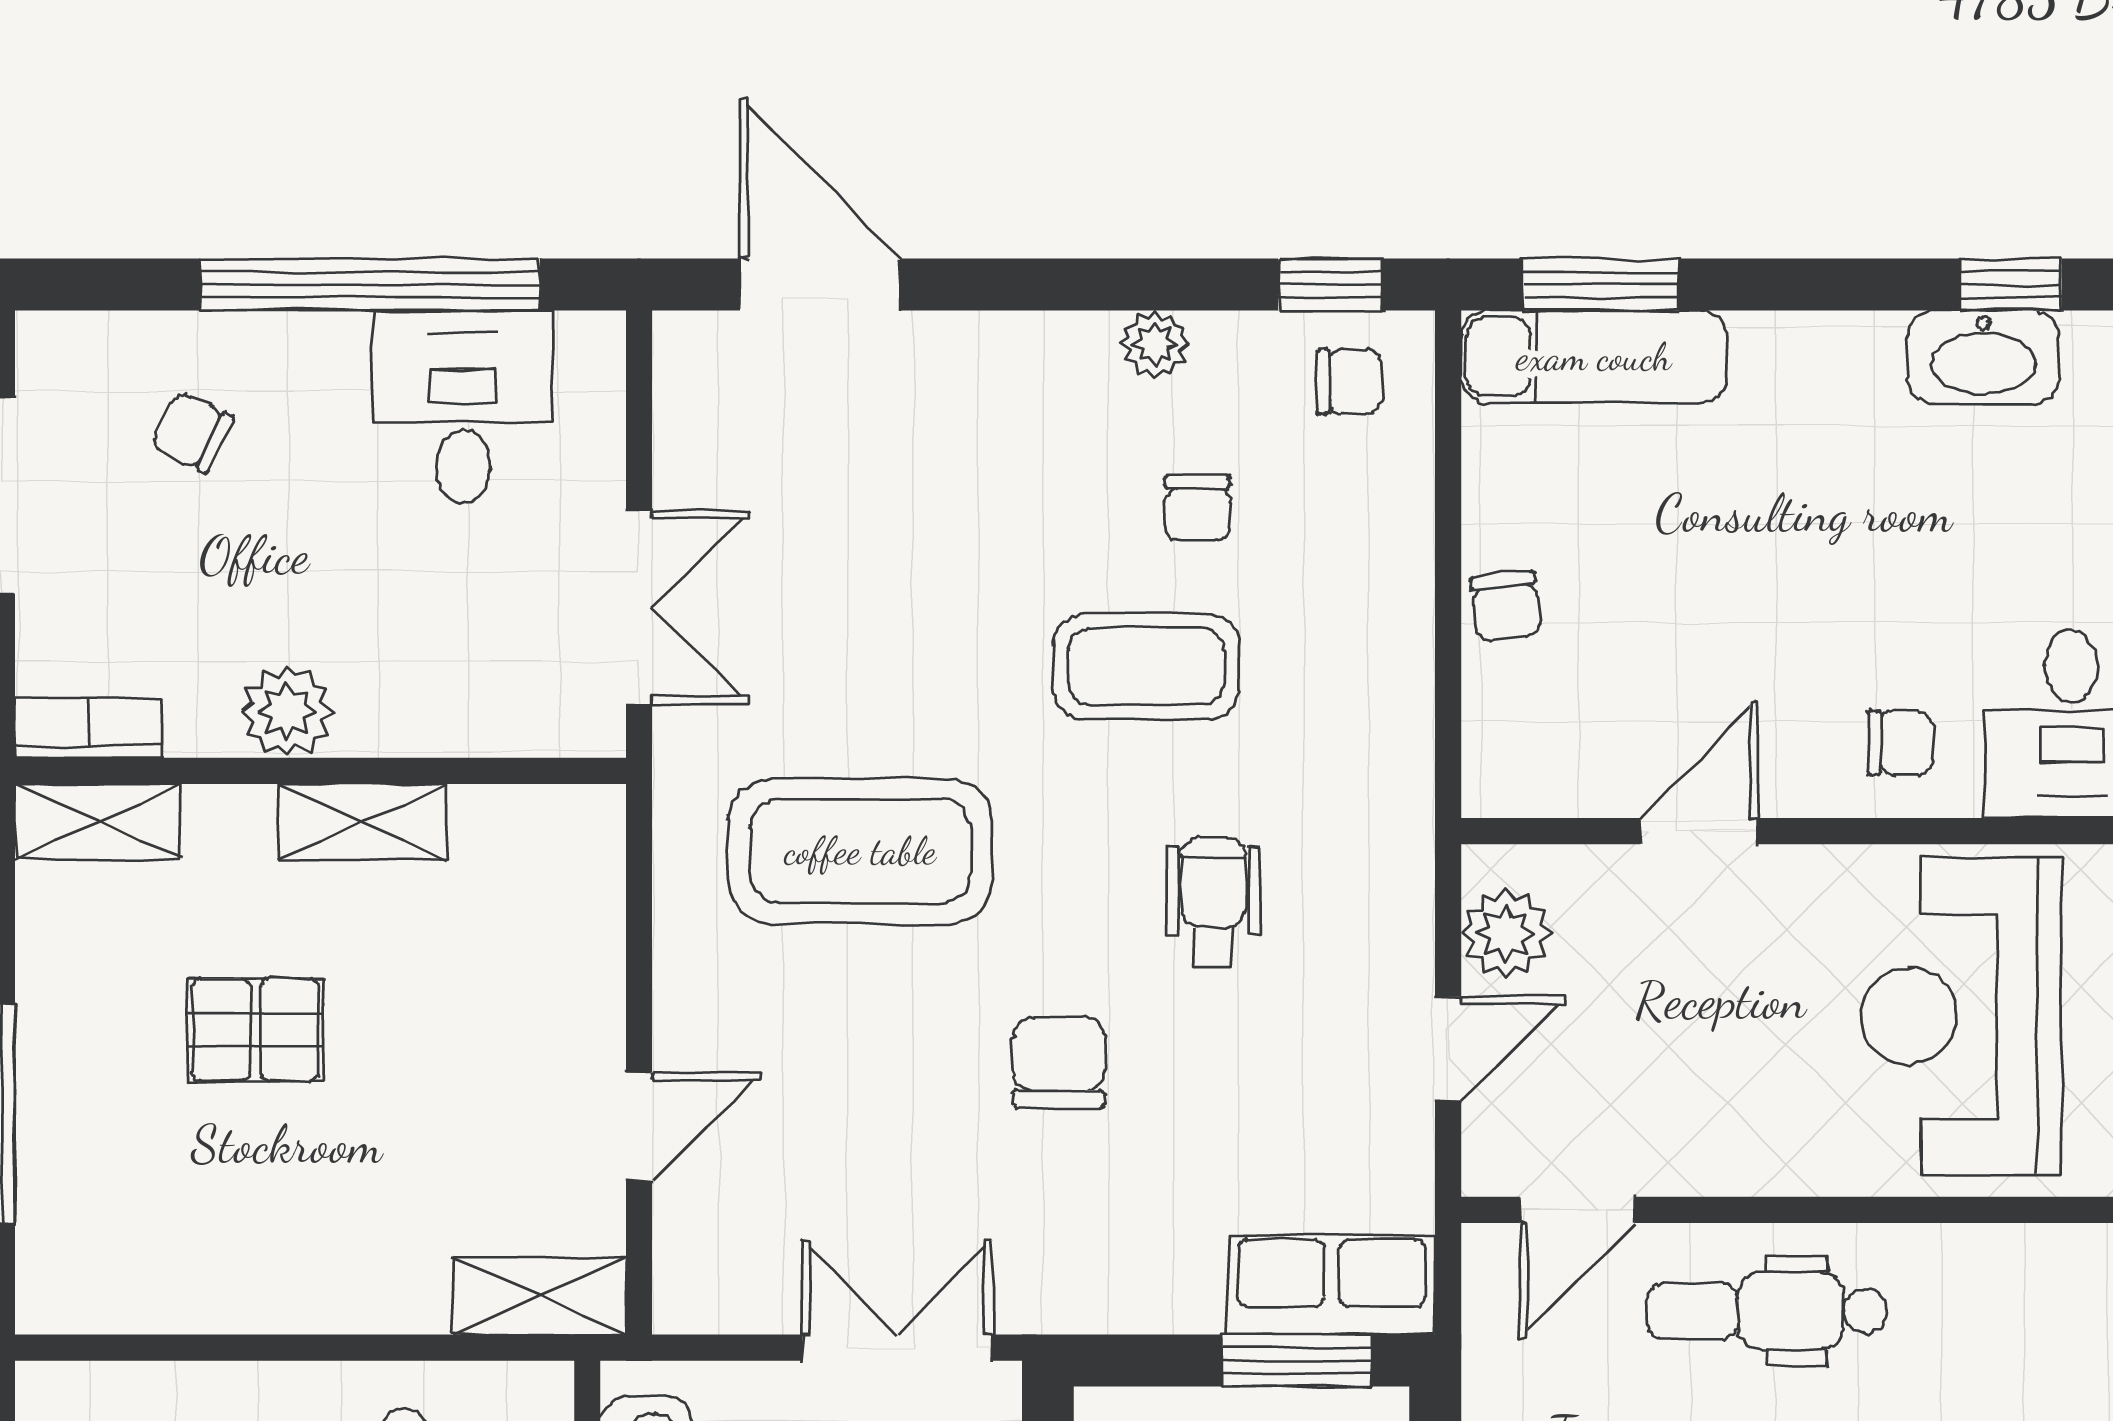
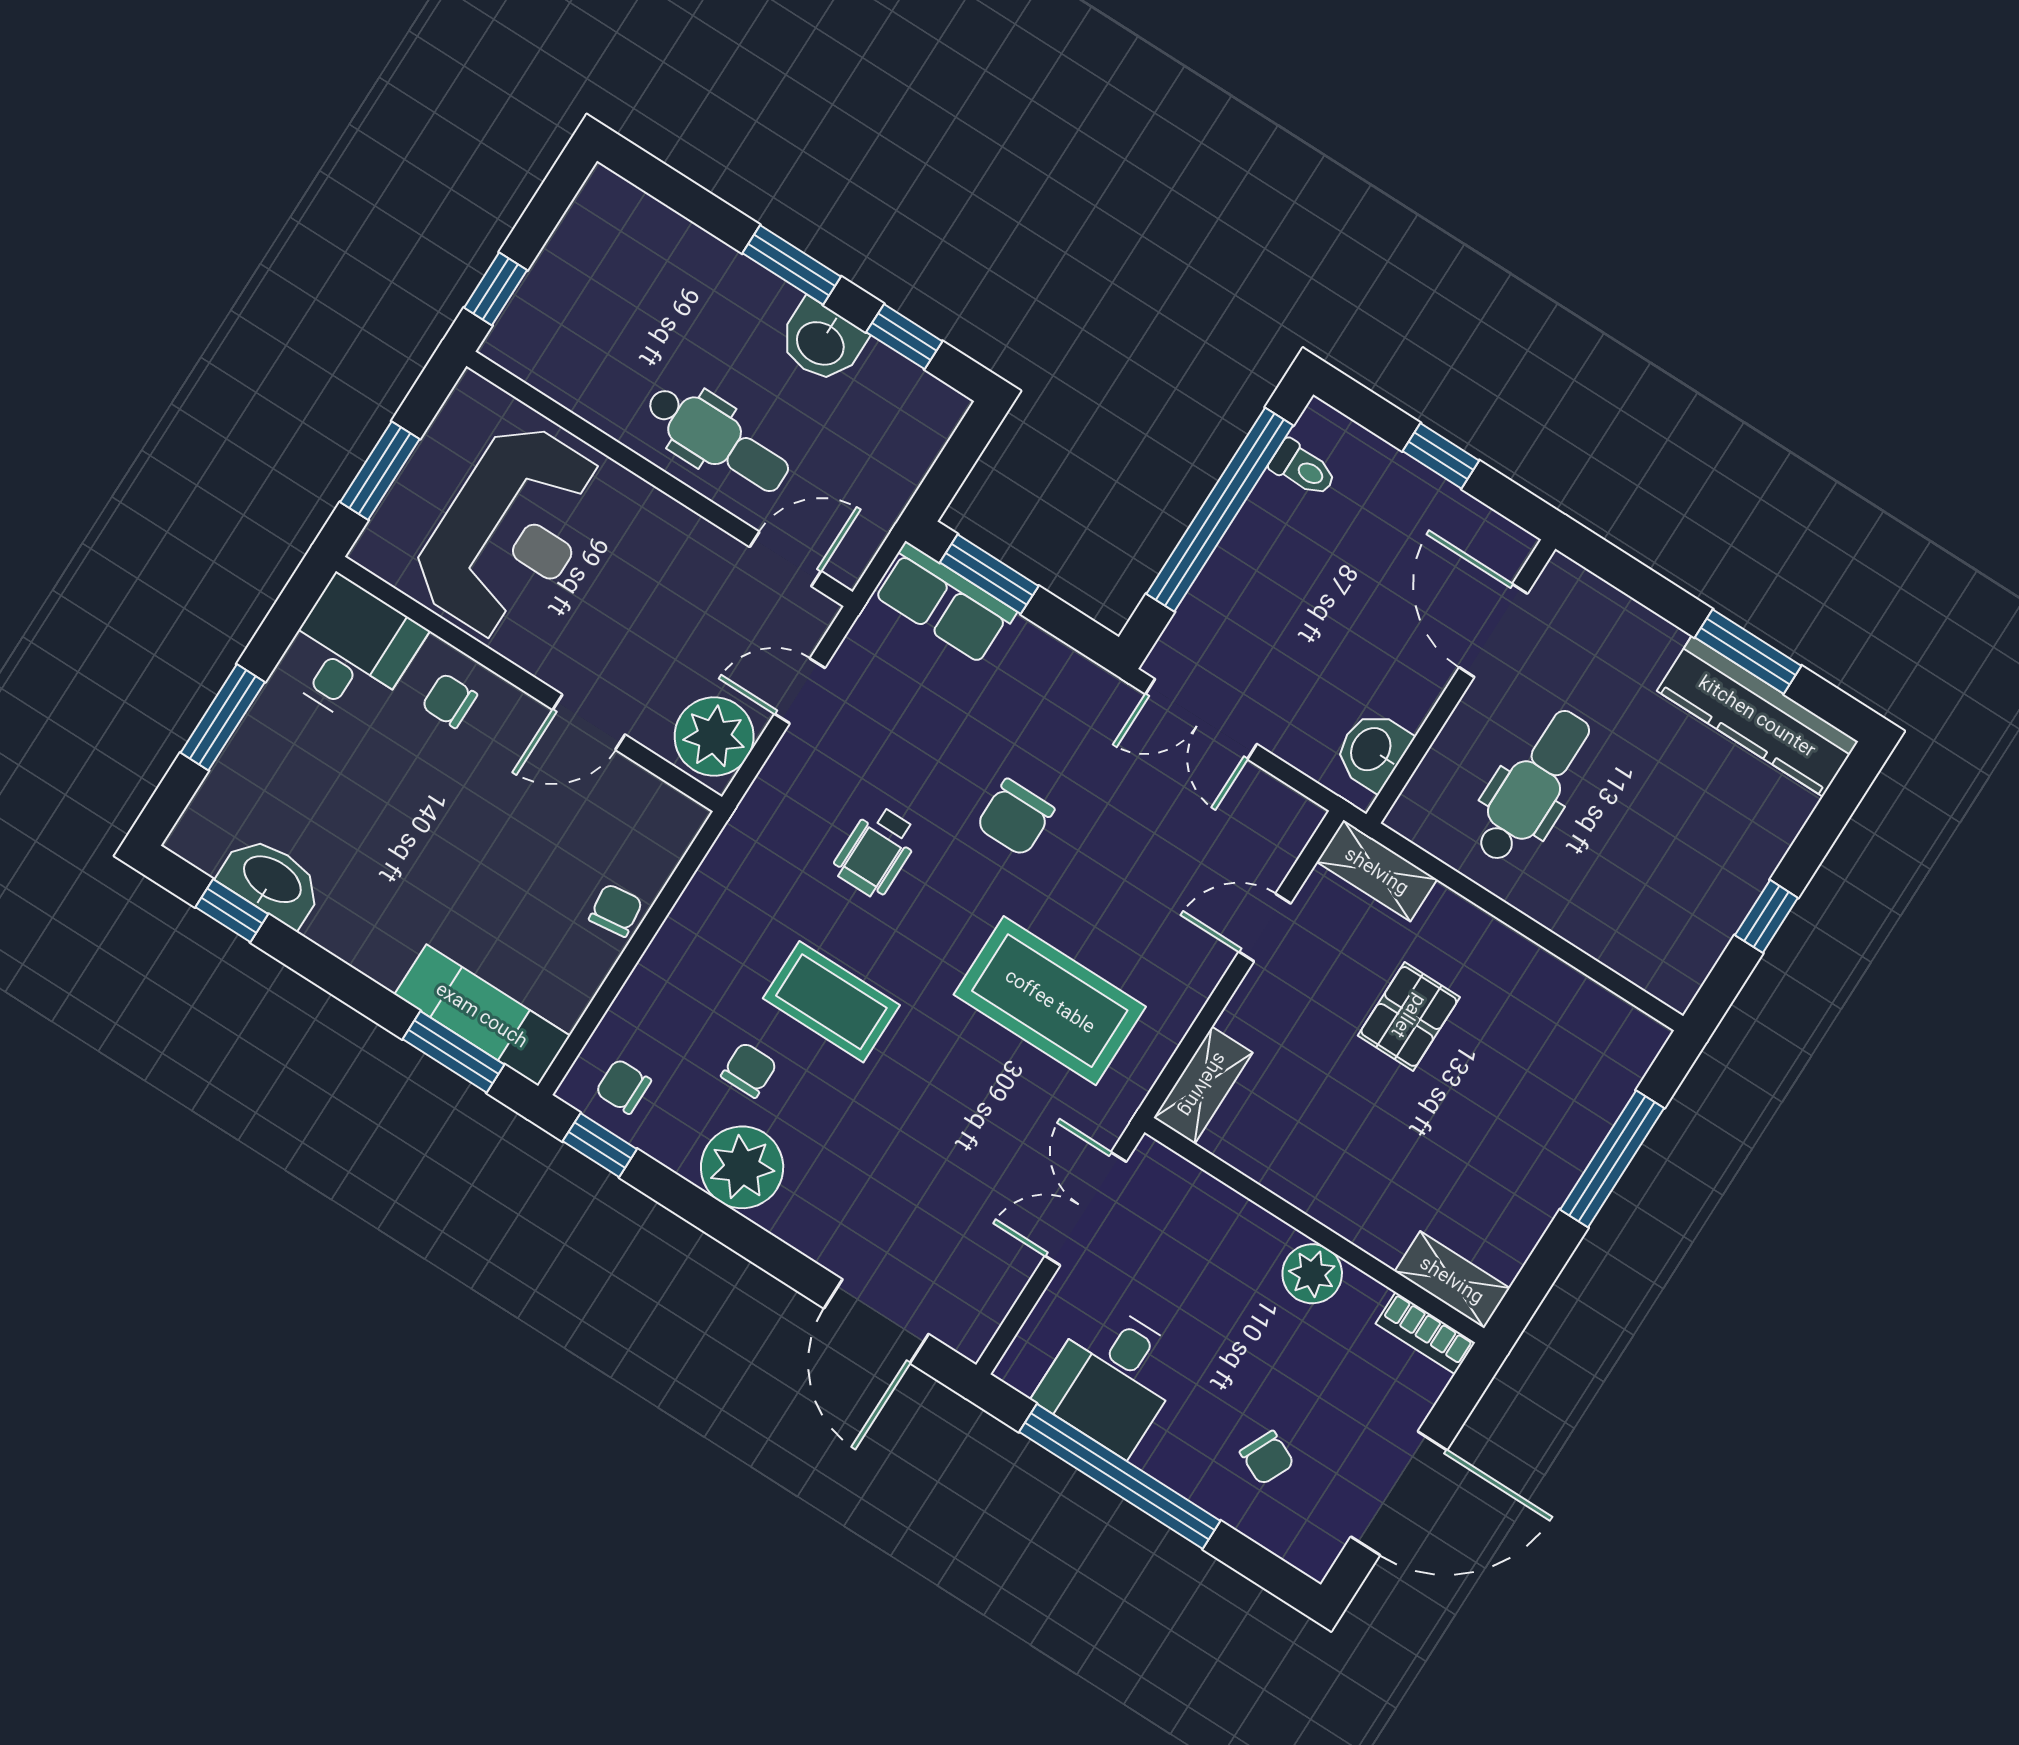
plant: (1155, 344) -> (742, 1167), width x1.88, depth x1.88
shelving: (362, 822) -> (1203, 1085), moved, turned 90
plant: (1506, 933) -> (714, 736), width x1.36, depth x1.36
pallet: (255, 1030) -> (1409, 1016), moved, turned 90

